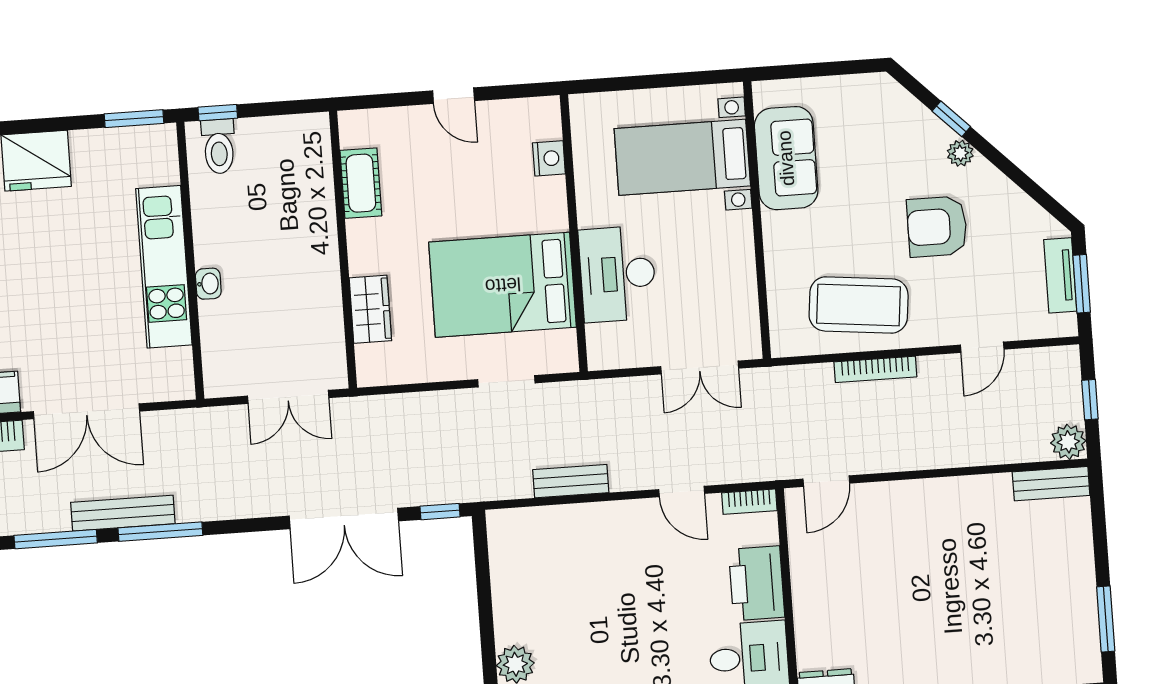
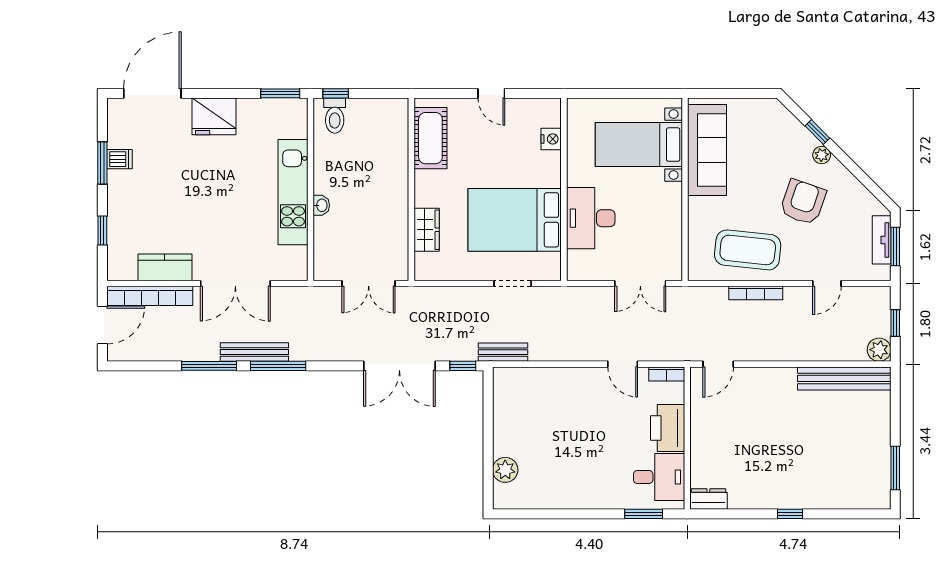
sofa: (786, 158) -> (707, 150), width x1.36
cot: (361, 183) -> (430, 138), width x1.37, depth x1.34
armchair: (937, 227) -> (803, 202), turned 109
bench: (571, 481) -> (503, 352), moved
bench: (1051, 484) -> (844, 378), width x1.86, depth x1.21

